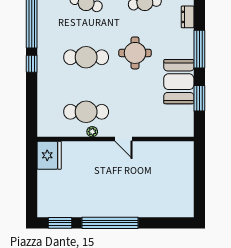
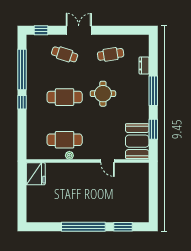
booth: (179, 82) -> (137, 141), moved
door: (124, 139) -> (108, 161), moved
window: (60, 223) -> (123, 227), moved

